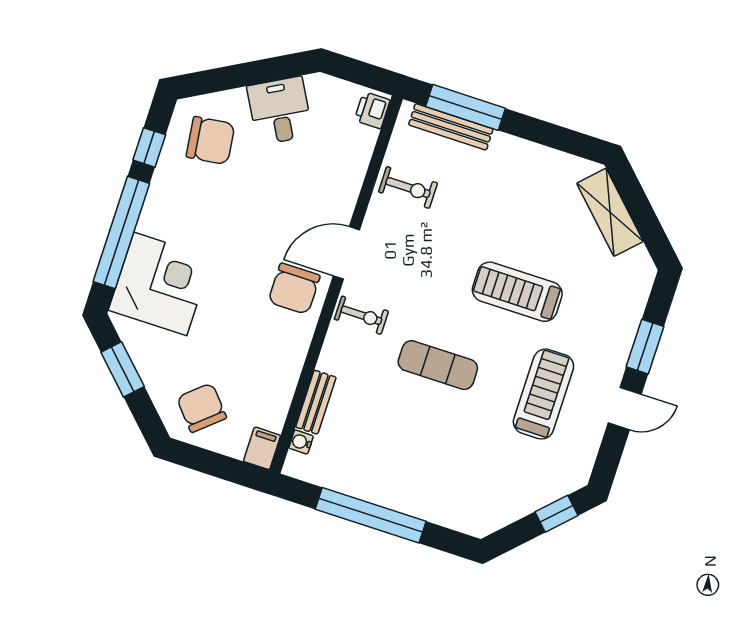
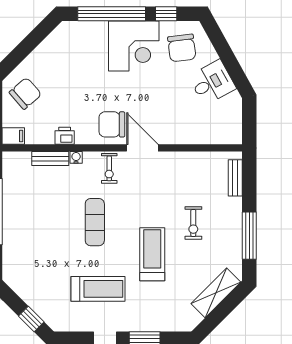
window: (466, 107) -> (249, 236), moved
printer: (372, 110) -> (65, 136), moved
bench: (451, 127) -> (235, 178), width x0.73
exercise bike: (408, 188) -> (193, 223), moved
corner desk: (160, 284) -> (134, 46), moved
window: (123, 369) -> (33, 40), removed
water cooler: (301, 442) -> (76, 157), moved

